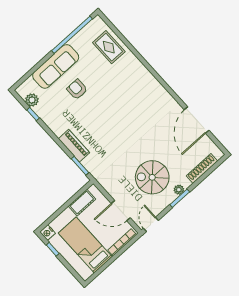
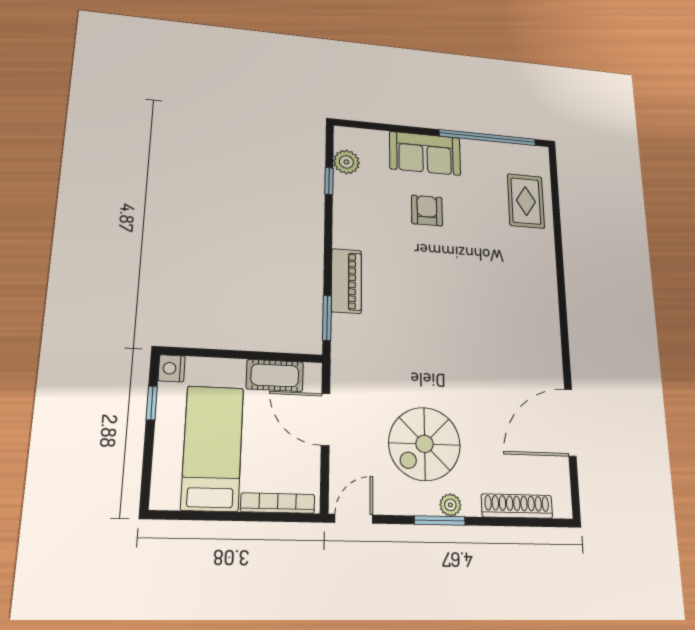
sofa: (56, 66) -> (425, 153), width x0.73
spiral stairs: (152, 177) -> (424, 444), turned -90
door: (121, 211) -> (325, 419), moved

